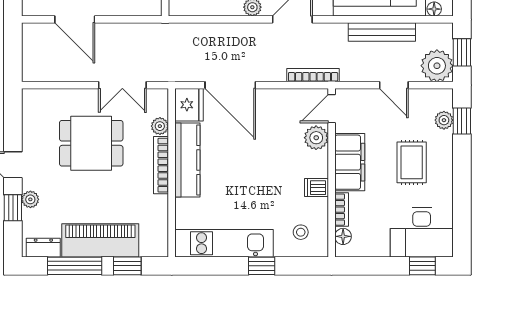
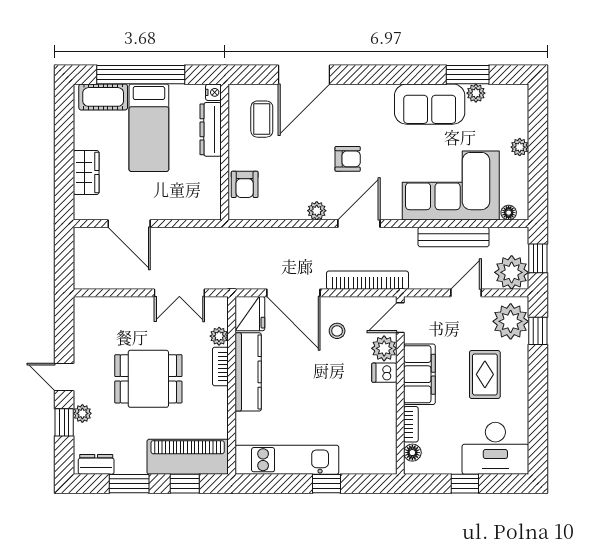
bookcase: (313, 75) -> (368, 280), width x1.48, depth x1.31
door: (394, 85) -> (466, 293), swing flipped
plant: (444, 120) -> (511, 321), width x1.88, depth x1.88
dining table: (91, 143) -> (148, 379), moved
bookcase: (161, 165) -> (220, 367), width x0.64
dishwasher: (316, 188) -> (384, 373), moved
stool: (301, 232) -> (337, 331), moved
piano: (100, 240) -> (188, 457), moved
window: (75, 266) -> (129, 484), width x0.69
window: (422, 266) -> (465, 484), moved

